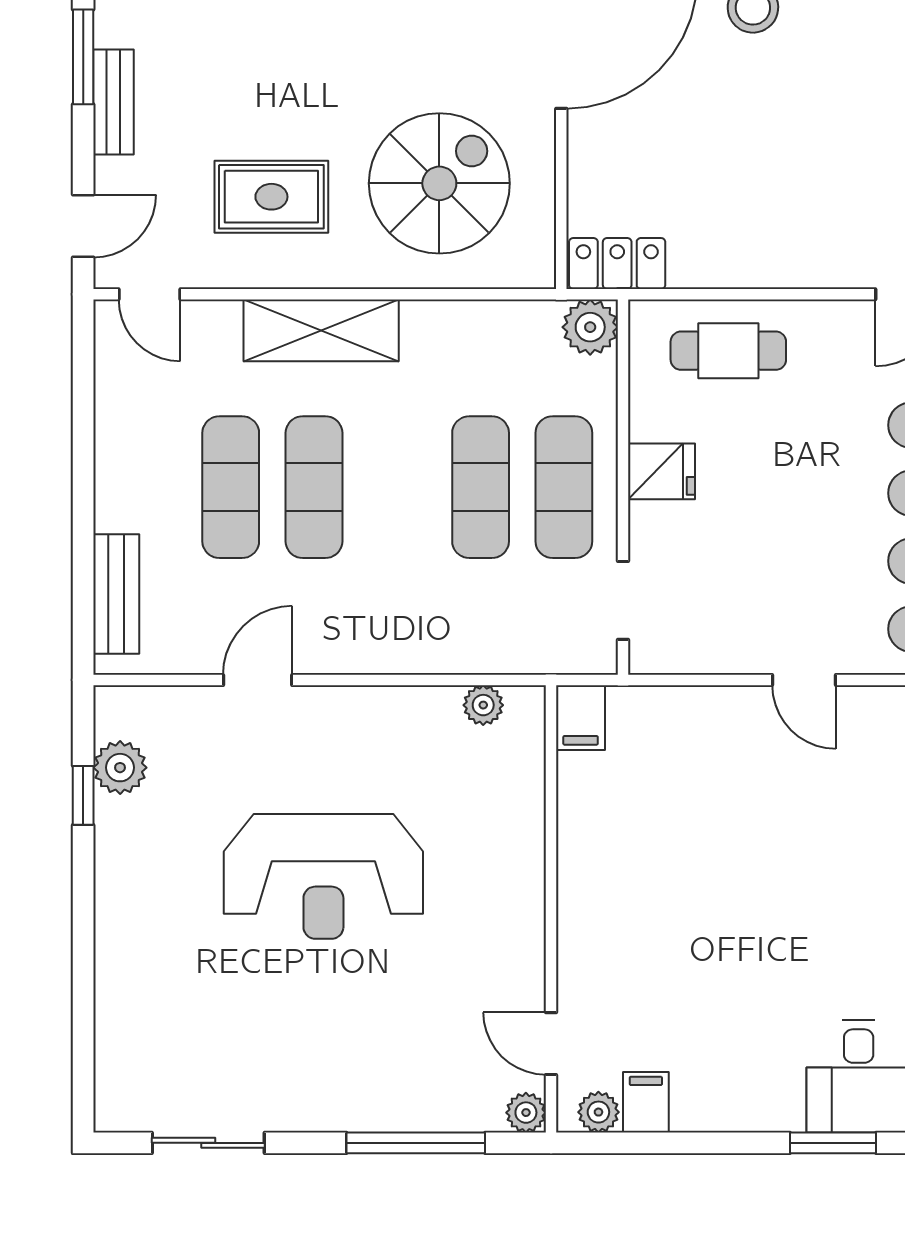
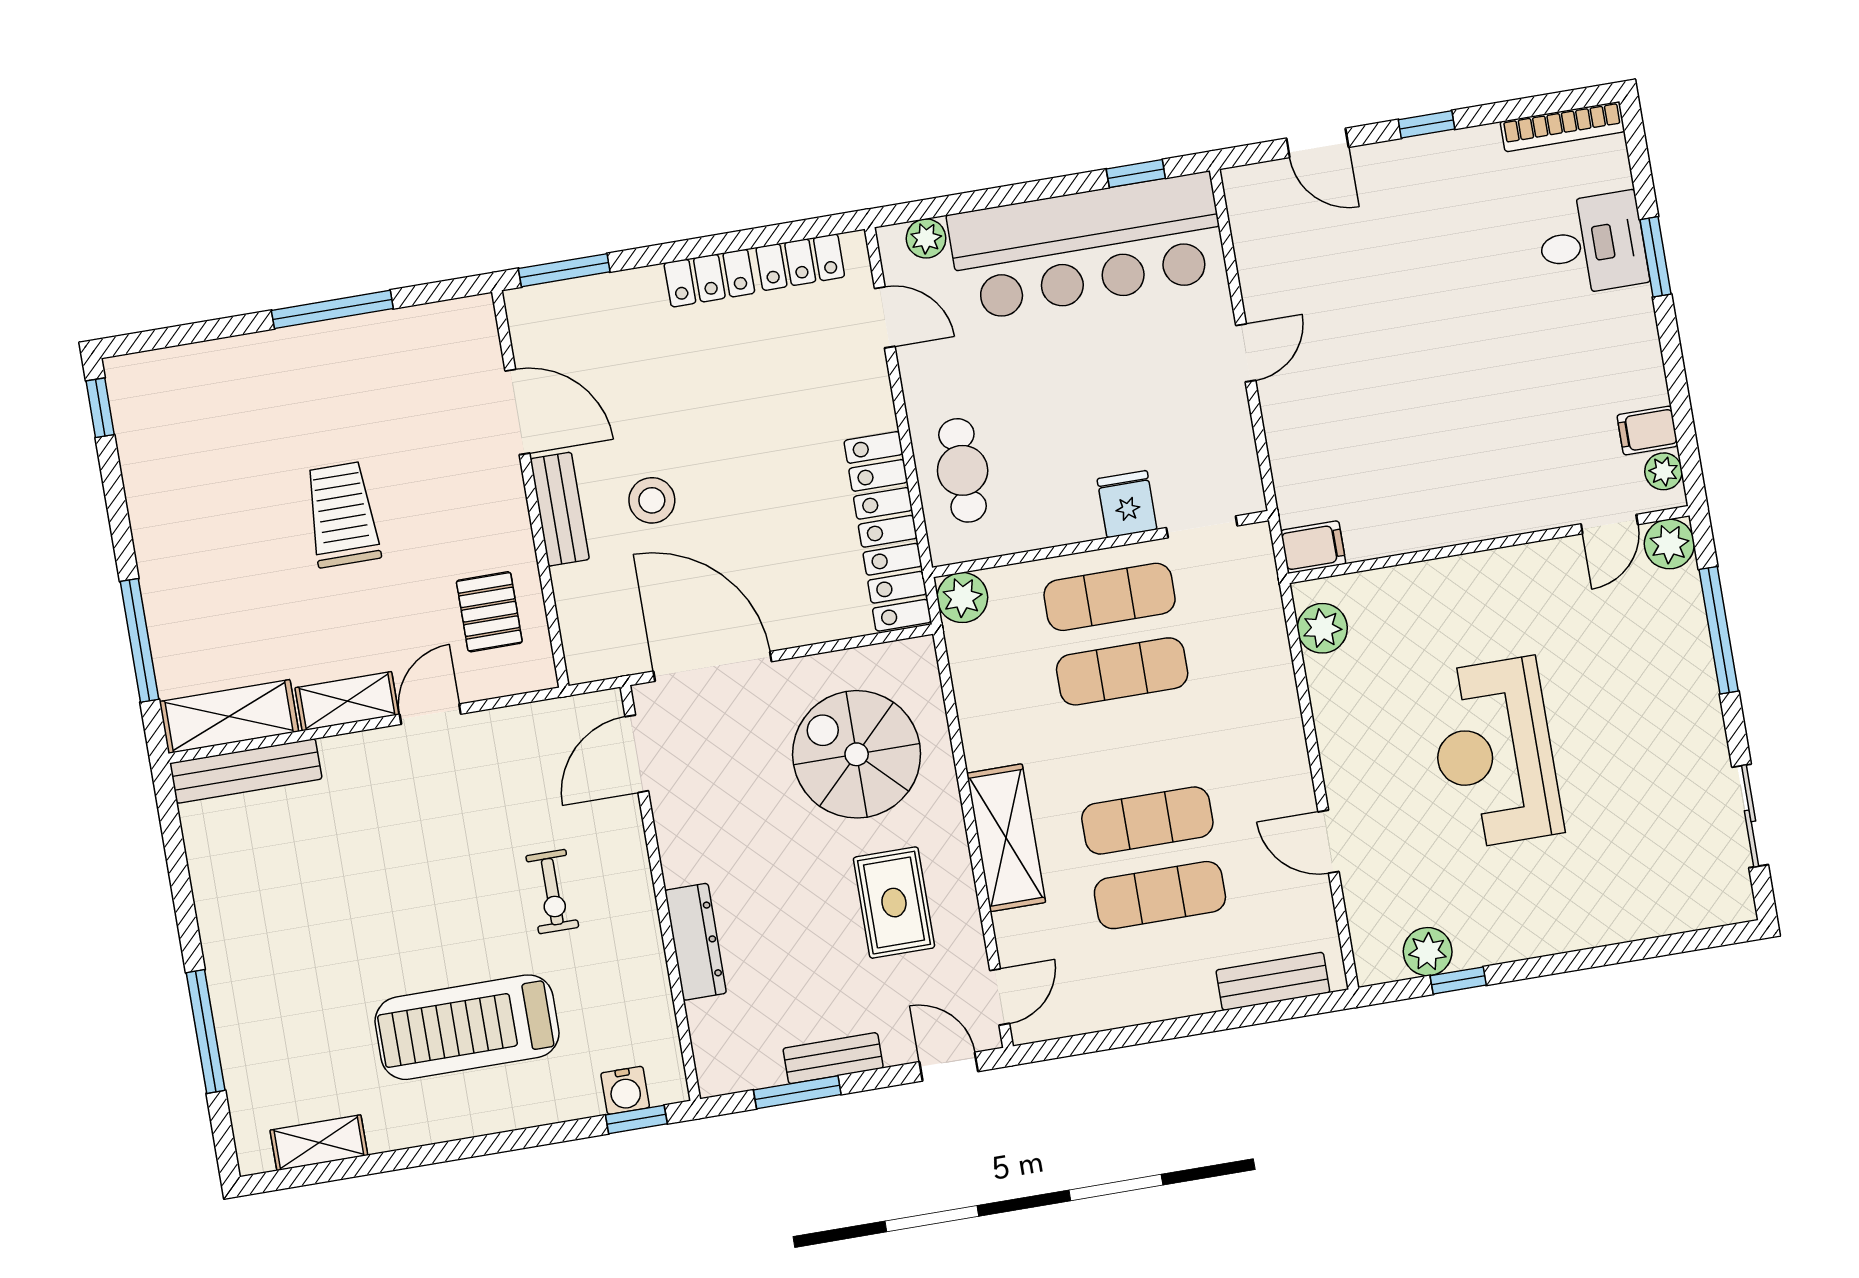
locker: (617, 264) -> (888, 531), width x2.16, depth x1.21
fridge: (661, 471) -> (1127, 504), moved
plant: (483, 705) -> (1322, 628), width x1.38, depth x1.38
reception desk: (323, 876) -> (1494, 753), turned 180
plant: (526, 1113) -> (1669, 544), width x1.38, depth x1.38

